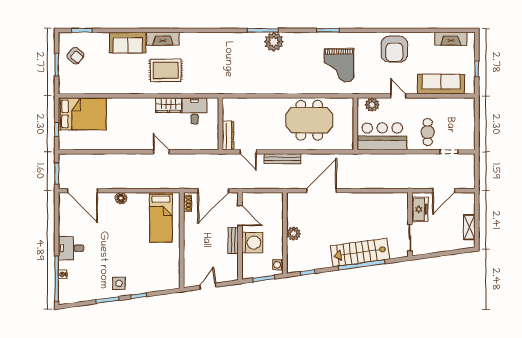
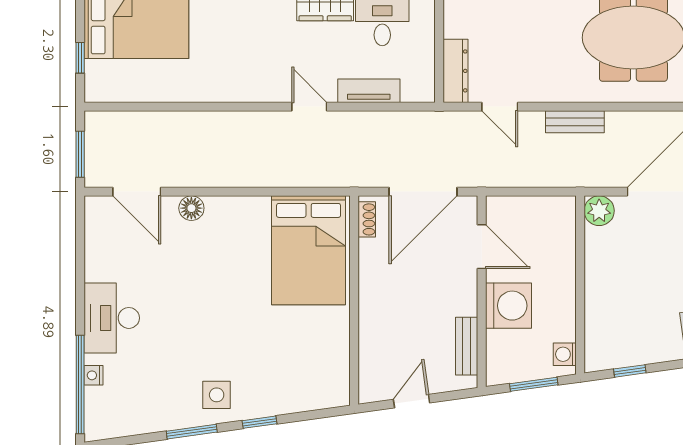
tv unit: (188, 145) -> (369, 91), added
bench: (283, 159) -> (575, 122), width x0.73
door: (82, 191) -> (137, 192), width x0.73
floor lamp: (121, 198) -> (191, 208), moved
bed: (161, 217) -> (309, 250), width x1.50
plant: (294, 234) -> (599, 211), moved
bench: (233, 241) -> (467, 346), moved
desk: (71, 248) -> (112, 318), width x1.37

